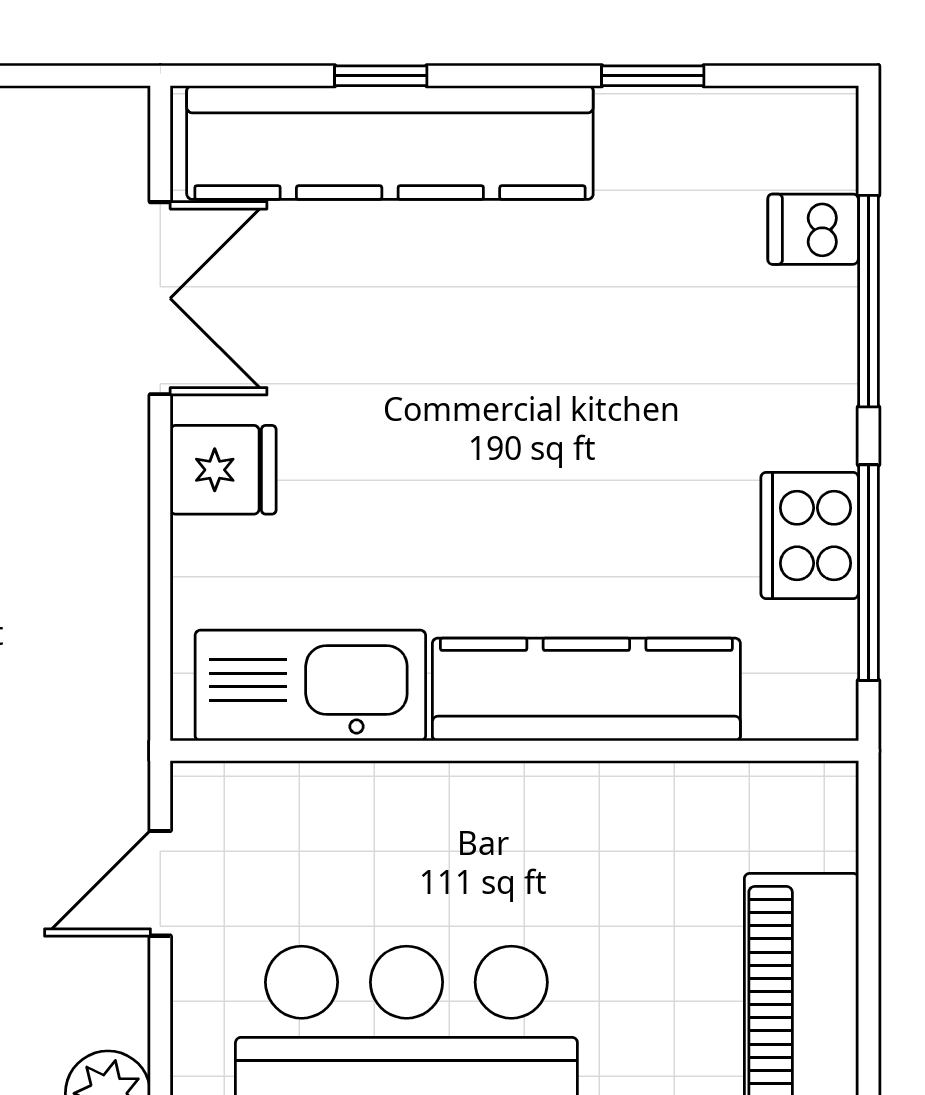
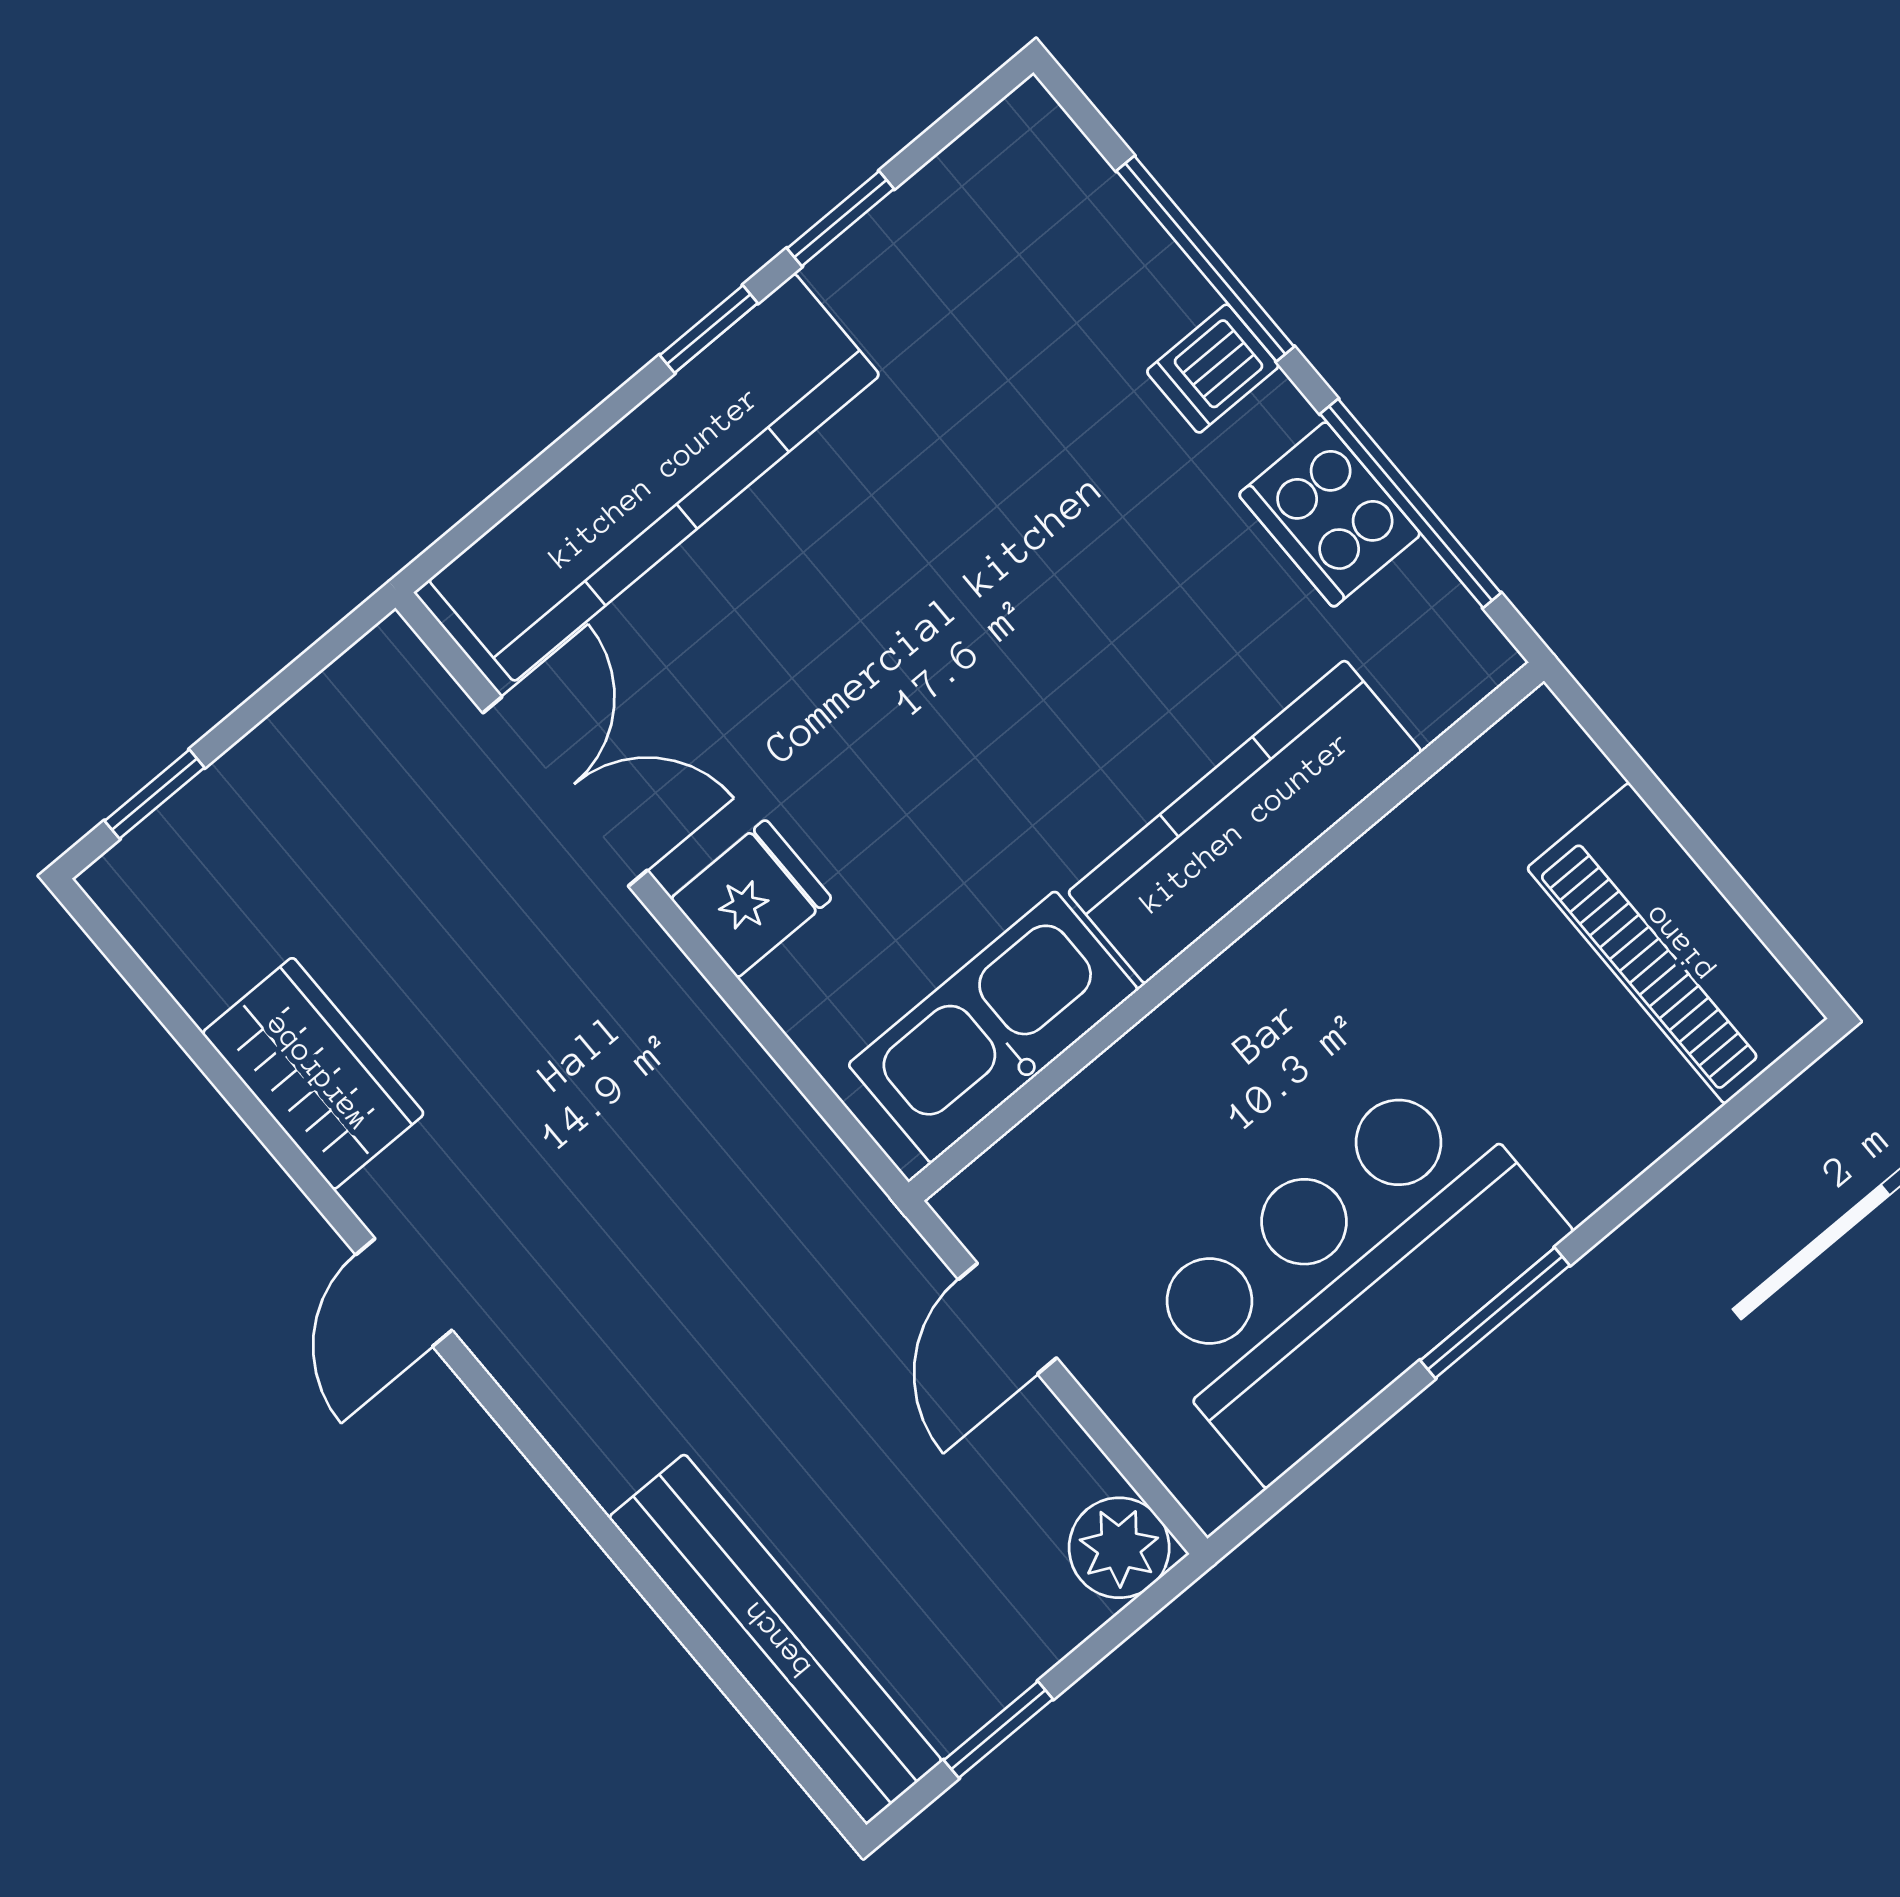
window: (381, 76) -> (709, 329), moved
dishwasher: (813, 229) -> (1213, 369), moved

